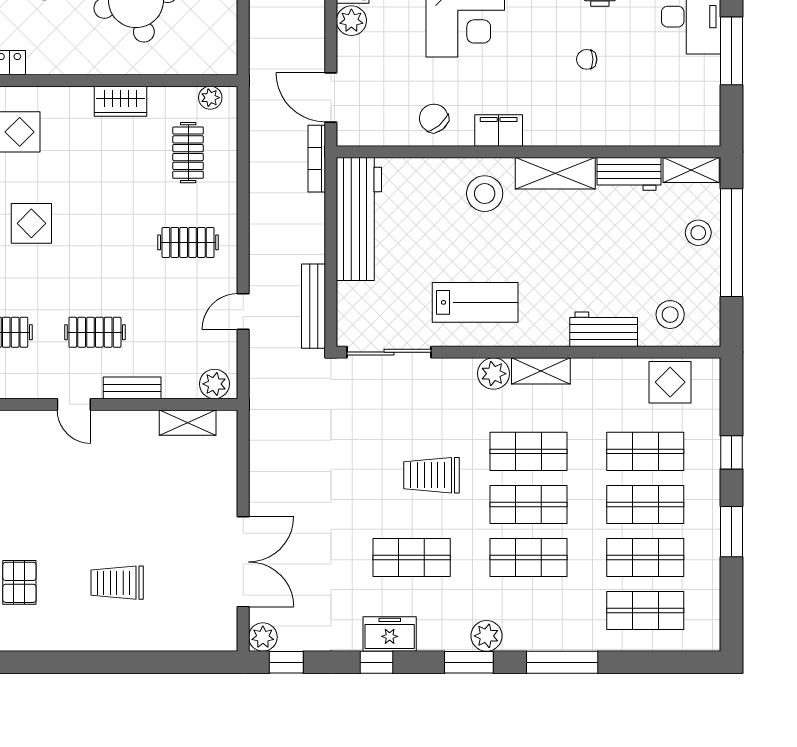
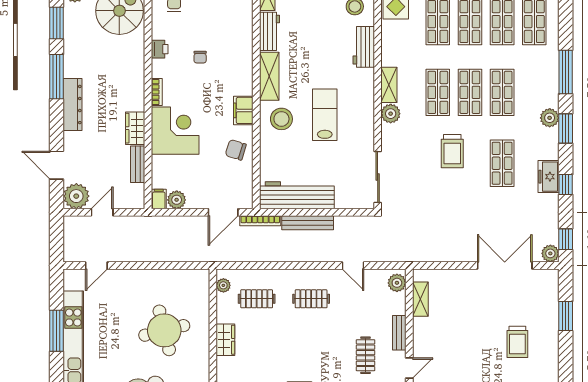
chair: (434, 118) -> (236, 150), turned 57
clothes rail: (188, 242) -> (311, 299), turned 90
lab bench: (475, 302) -> (325, 115), moved
bench: (314, 306) -> (308, 223), moved
window: (160, 662) -> (566, 316), added

